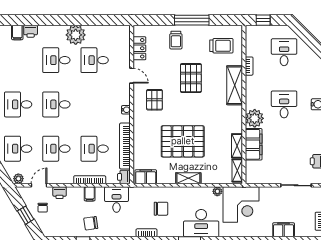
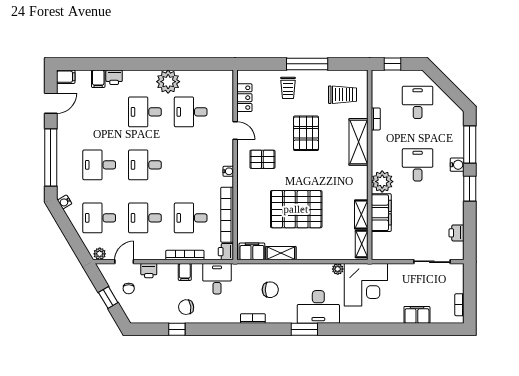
pallet: (154, 100) -> (262, 159), turned 90
shelving: (188, 178) -> (281, 253), moved

